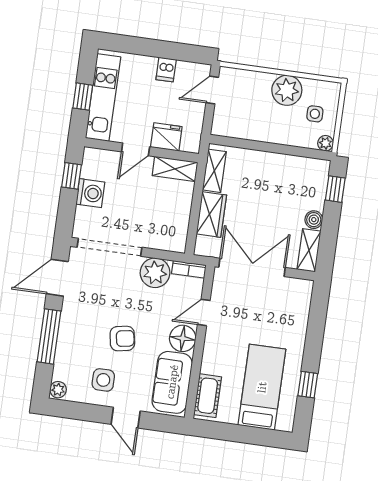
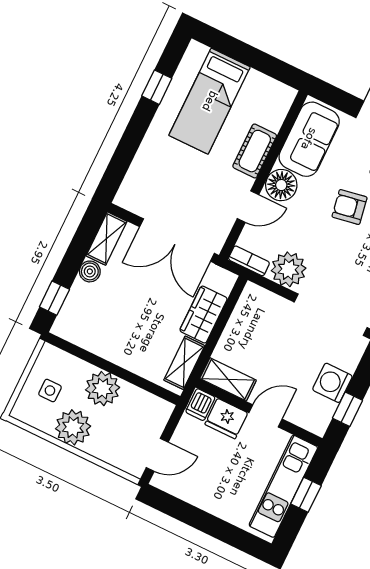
dishwasher: (166, 70) -> (200, 405), moved, turned 180
plant: (326, 143) -> (103, 389), moved, width x1.88, depth x1.88
cot: (208, 396) -> (255, 151), moved

